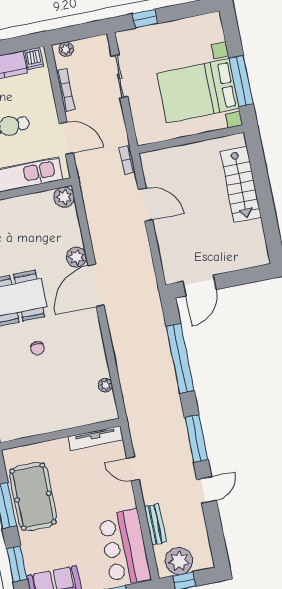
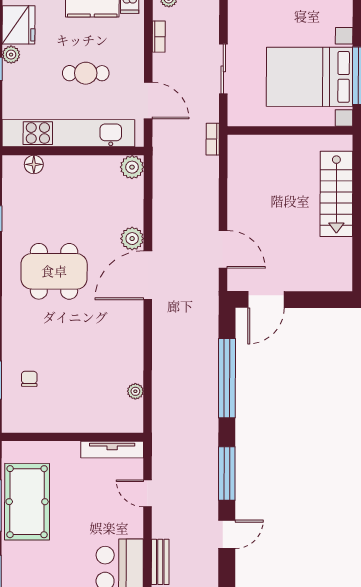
sliding door: (120, 76) -> (223, 69), moved
bookcase: (66, 90) -> (159, 37), width x0.64
door: (145, 205) -> (223, 249), moved
chair: (37, 348) -> (29, 379), moved, turned 180

